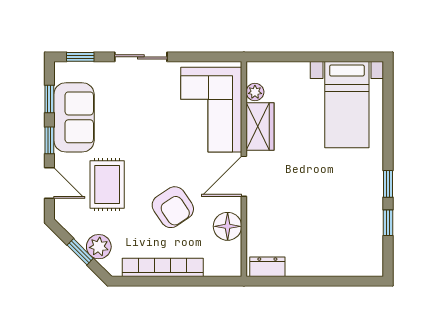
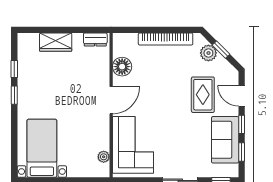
wardrobe: (260, 126) -> (56, 42), moved, turned -90
armchair: (173, 207) -> (159, 79), removed

